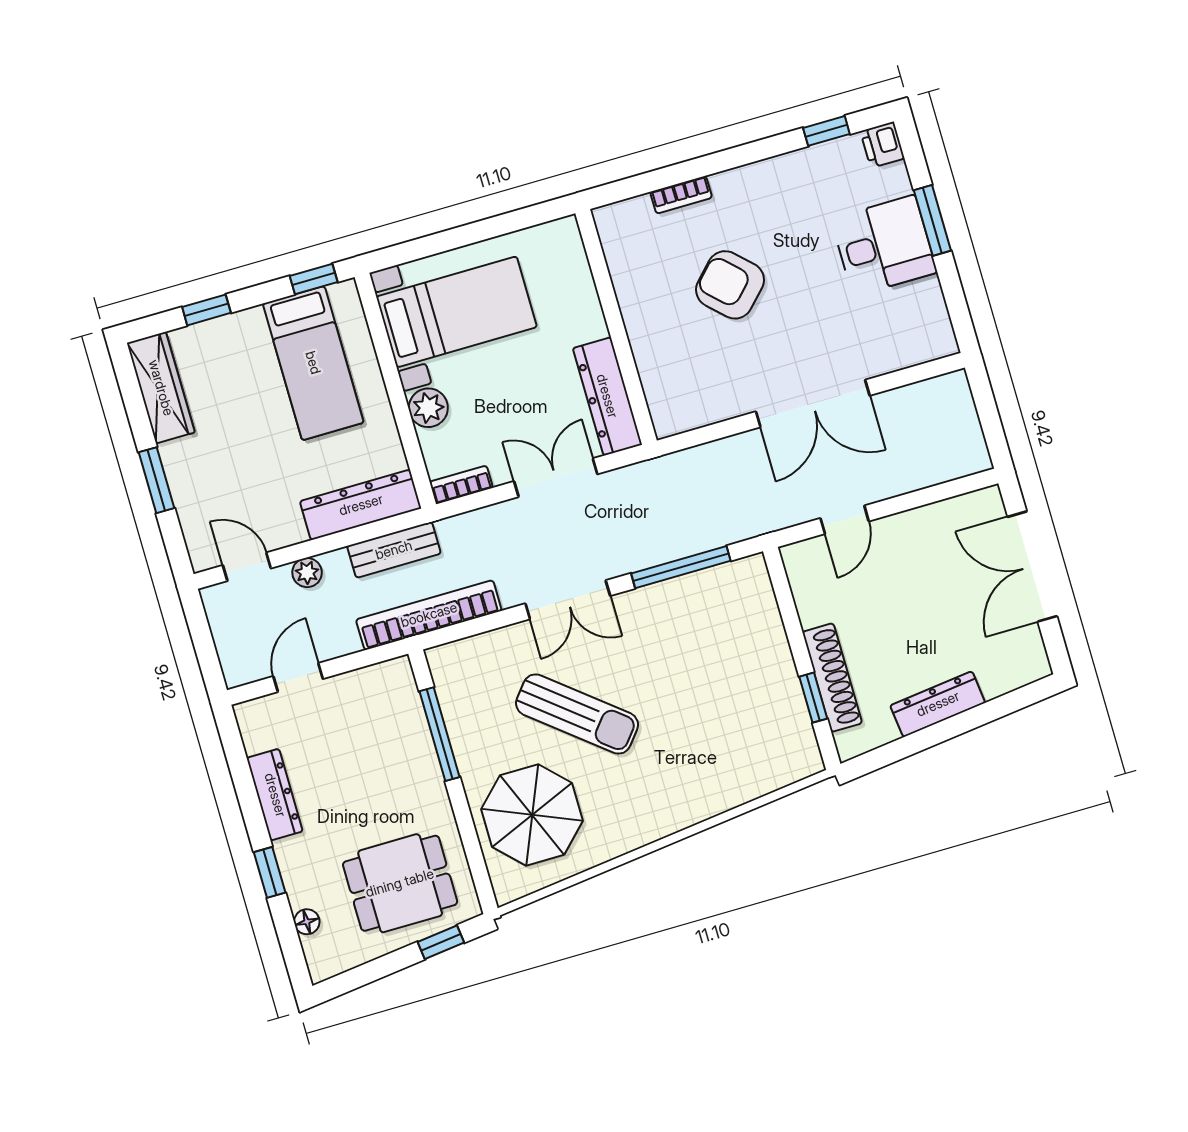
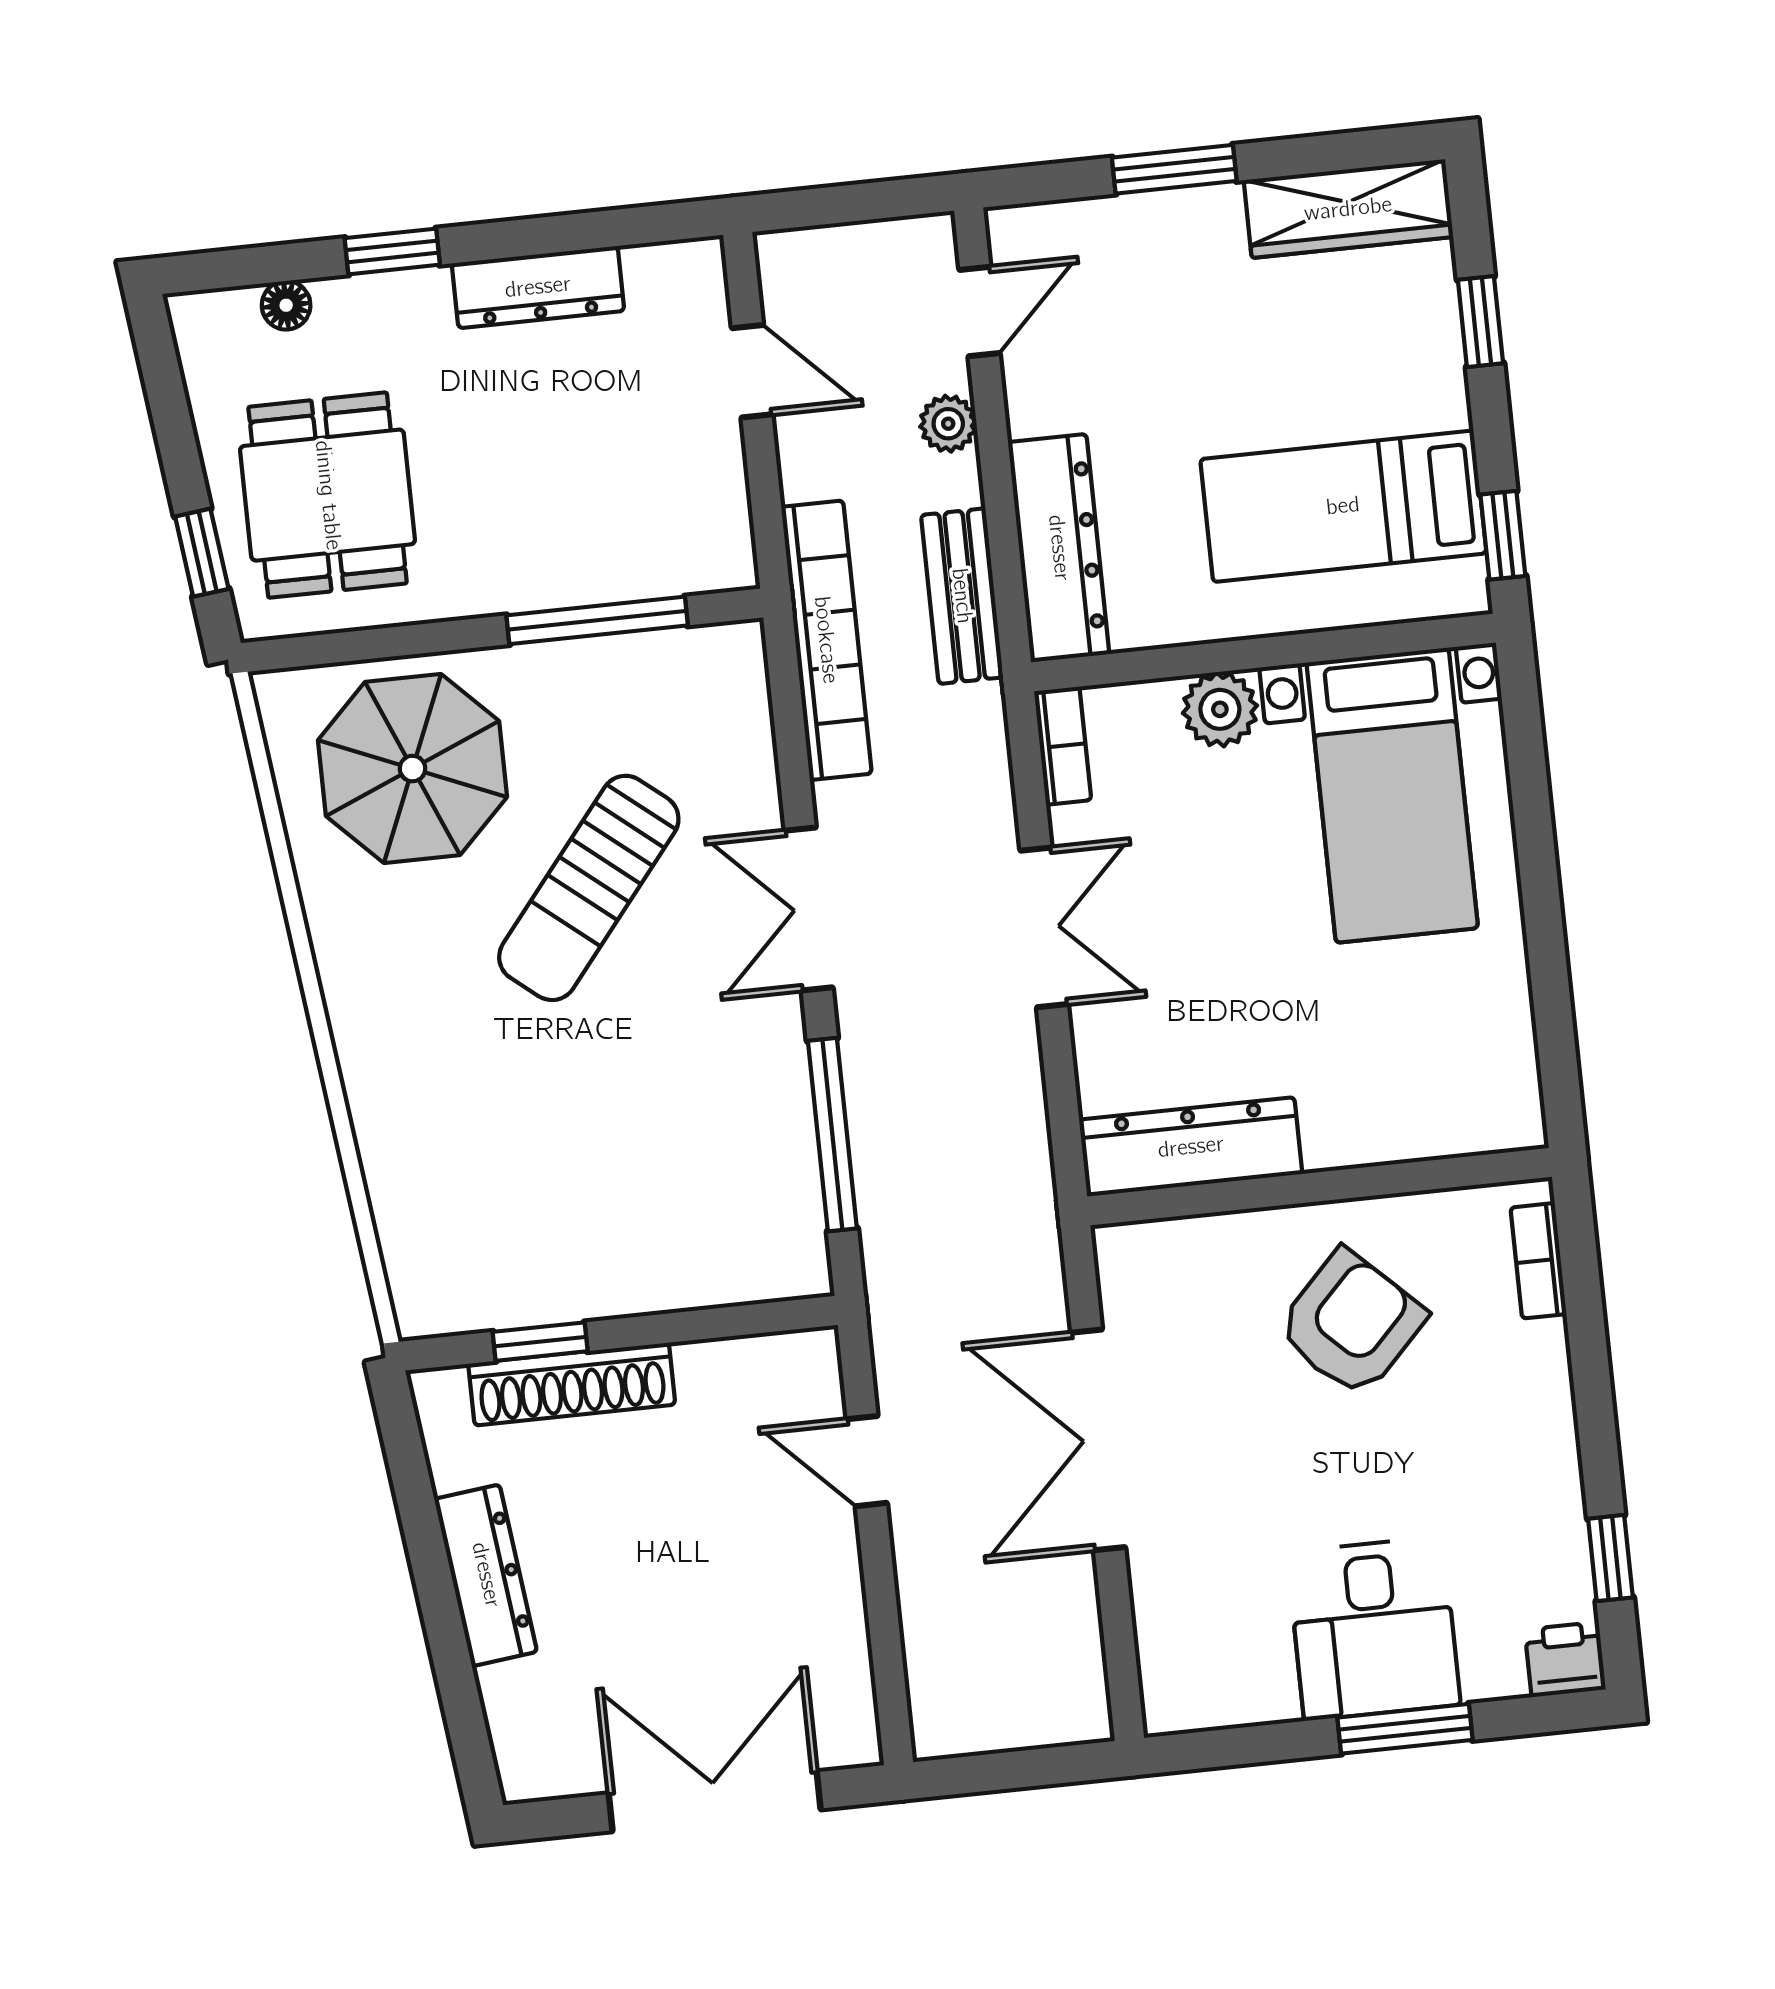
wall: (616, 327) -> (1320, 1187), moved
dresser: (607, 396) -> (1191, 1147), moved

